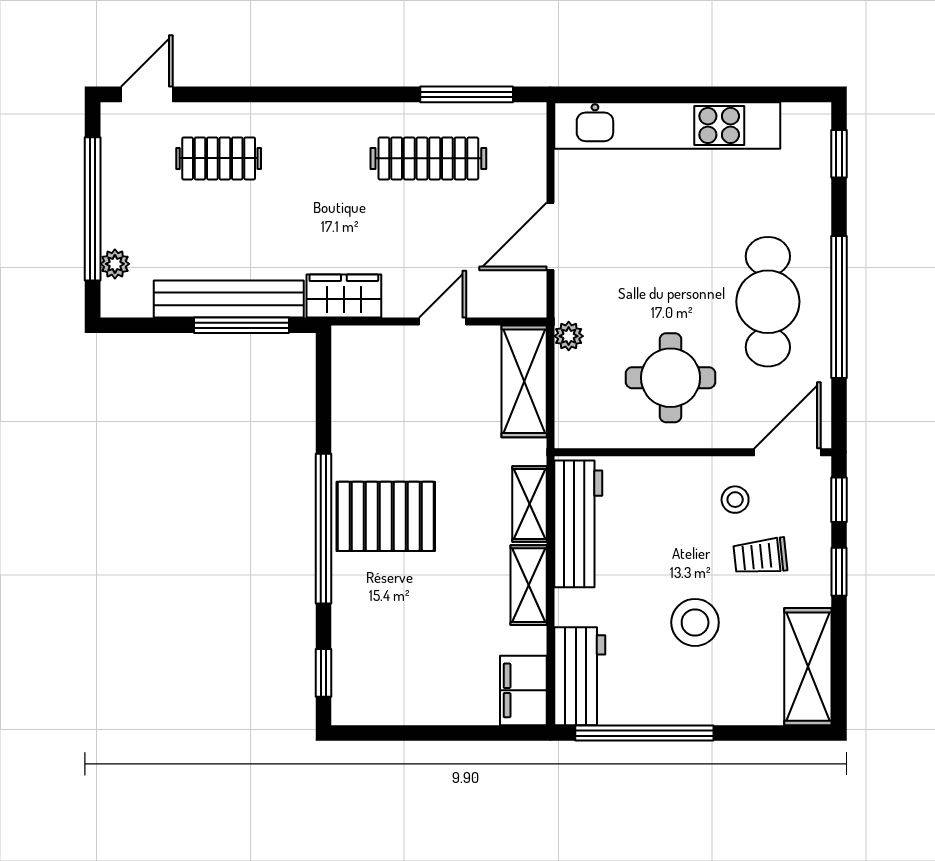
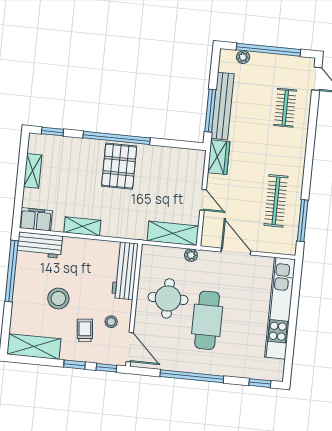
cafe table: (768, 302) -> (207, 320), moved, turned 90
shelving: (530, 504) -> (33, 171), moved, turned 90
workbench: (578, 524) -> (125, 271), moved, turned 90

